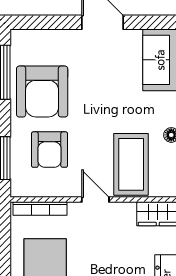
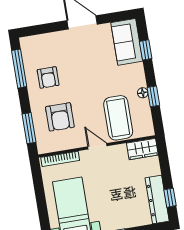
armchair: (42, 92) -> (48, 77), width x0.53, depth x0.53

